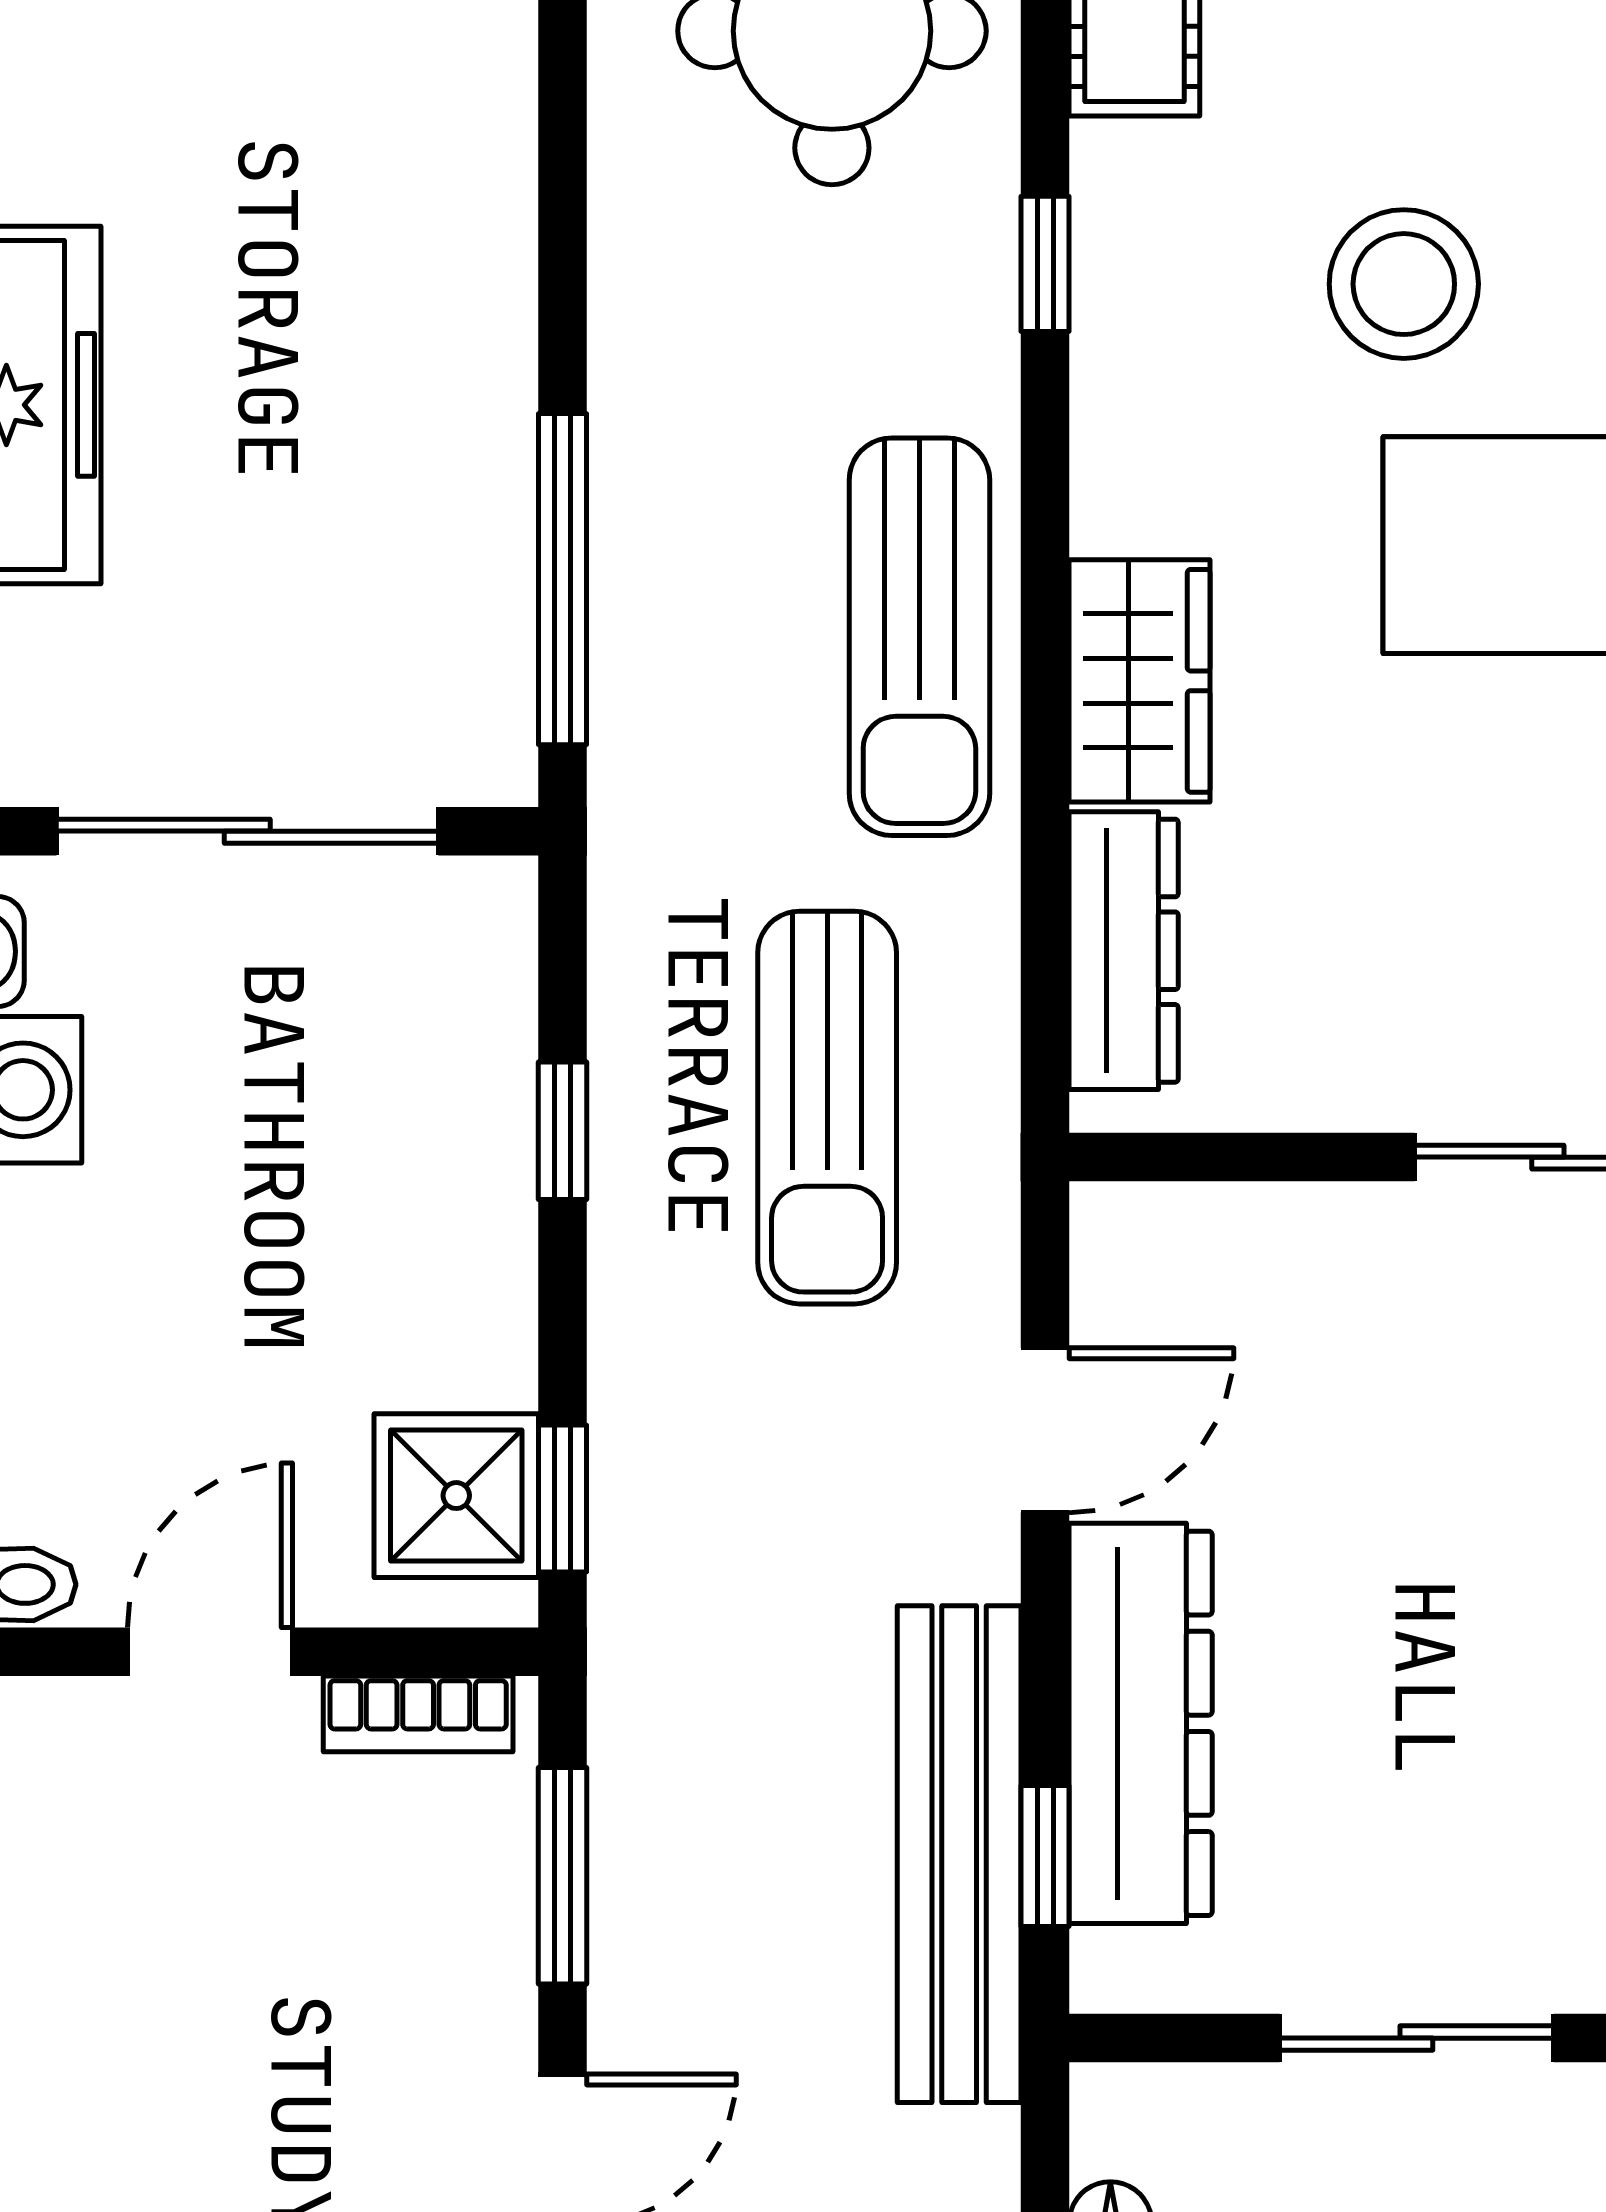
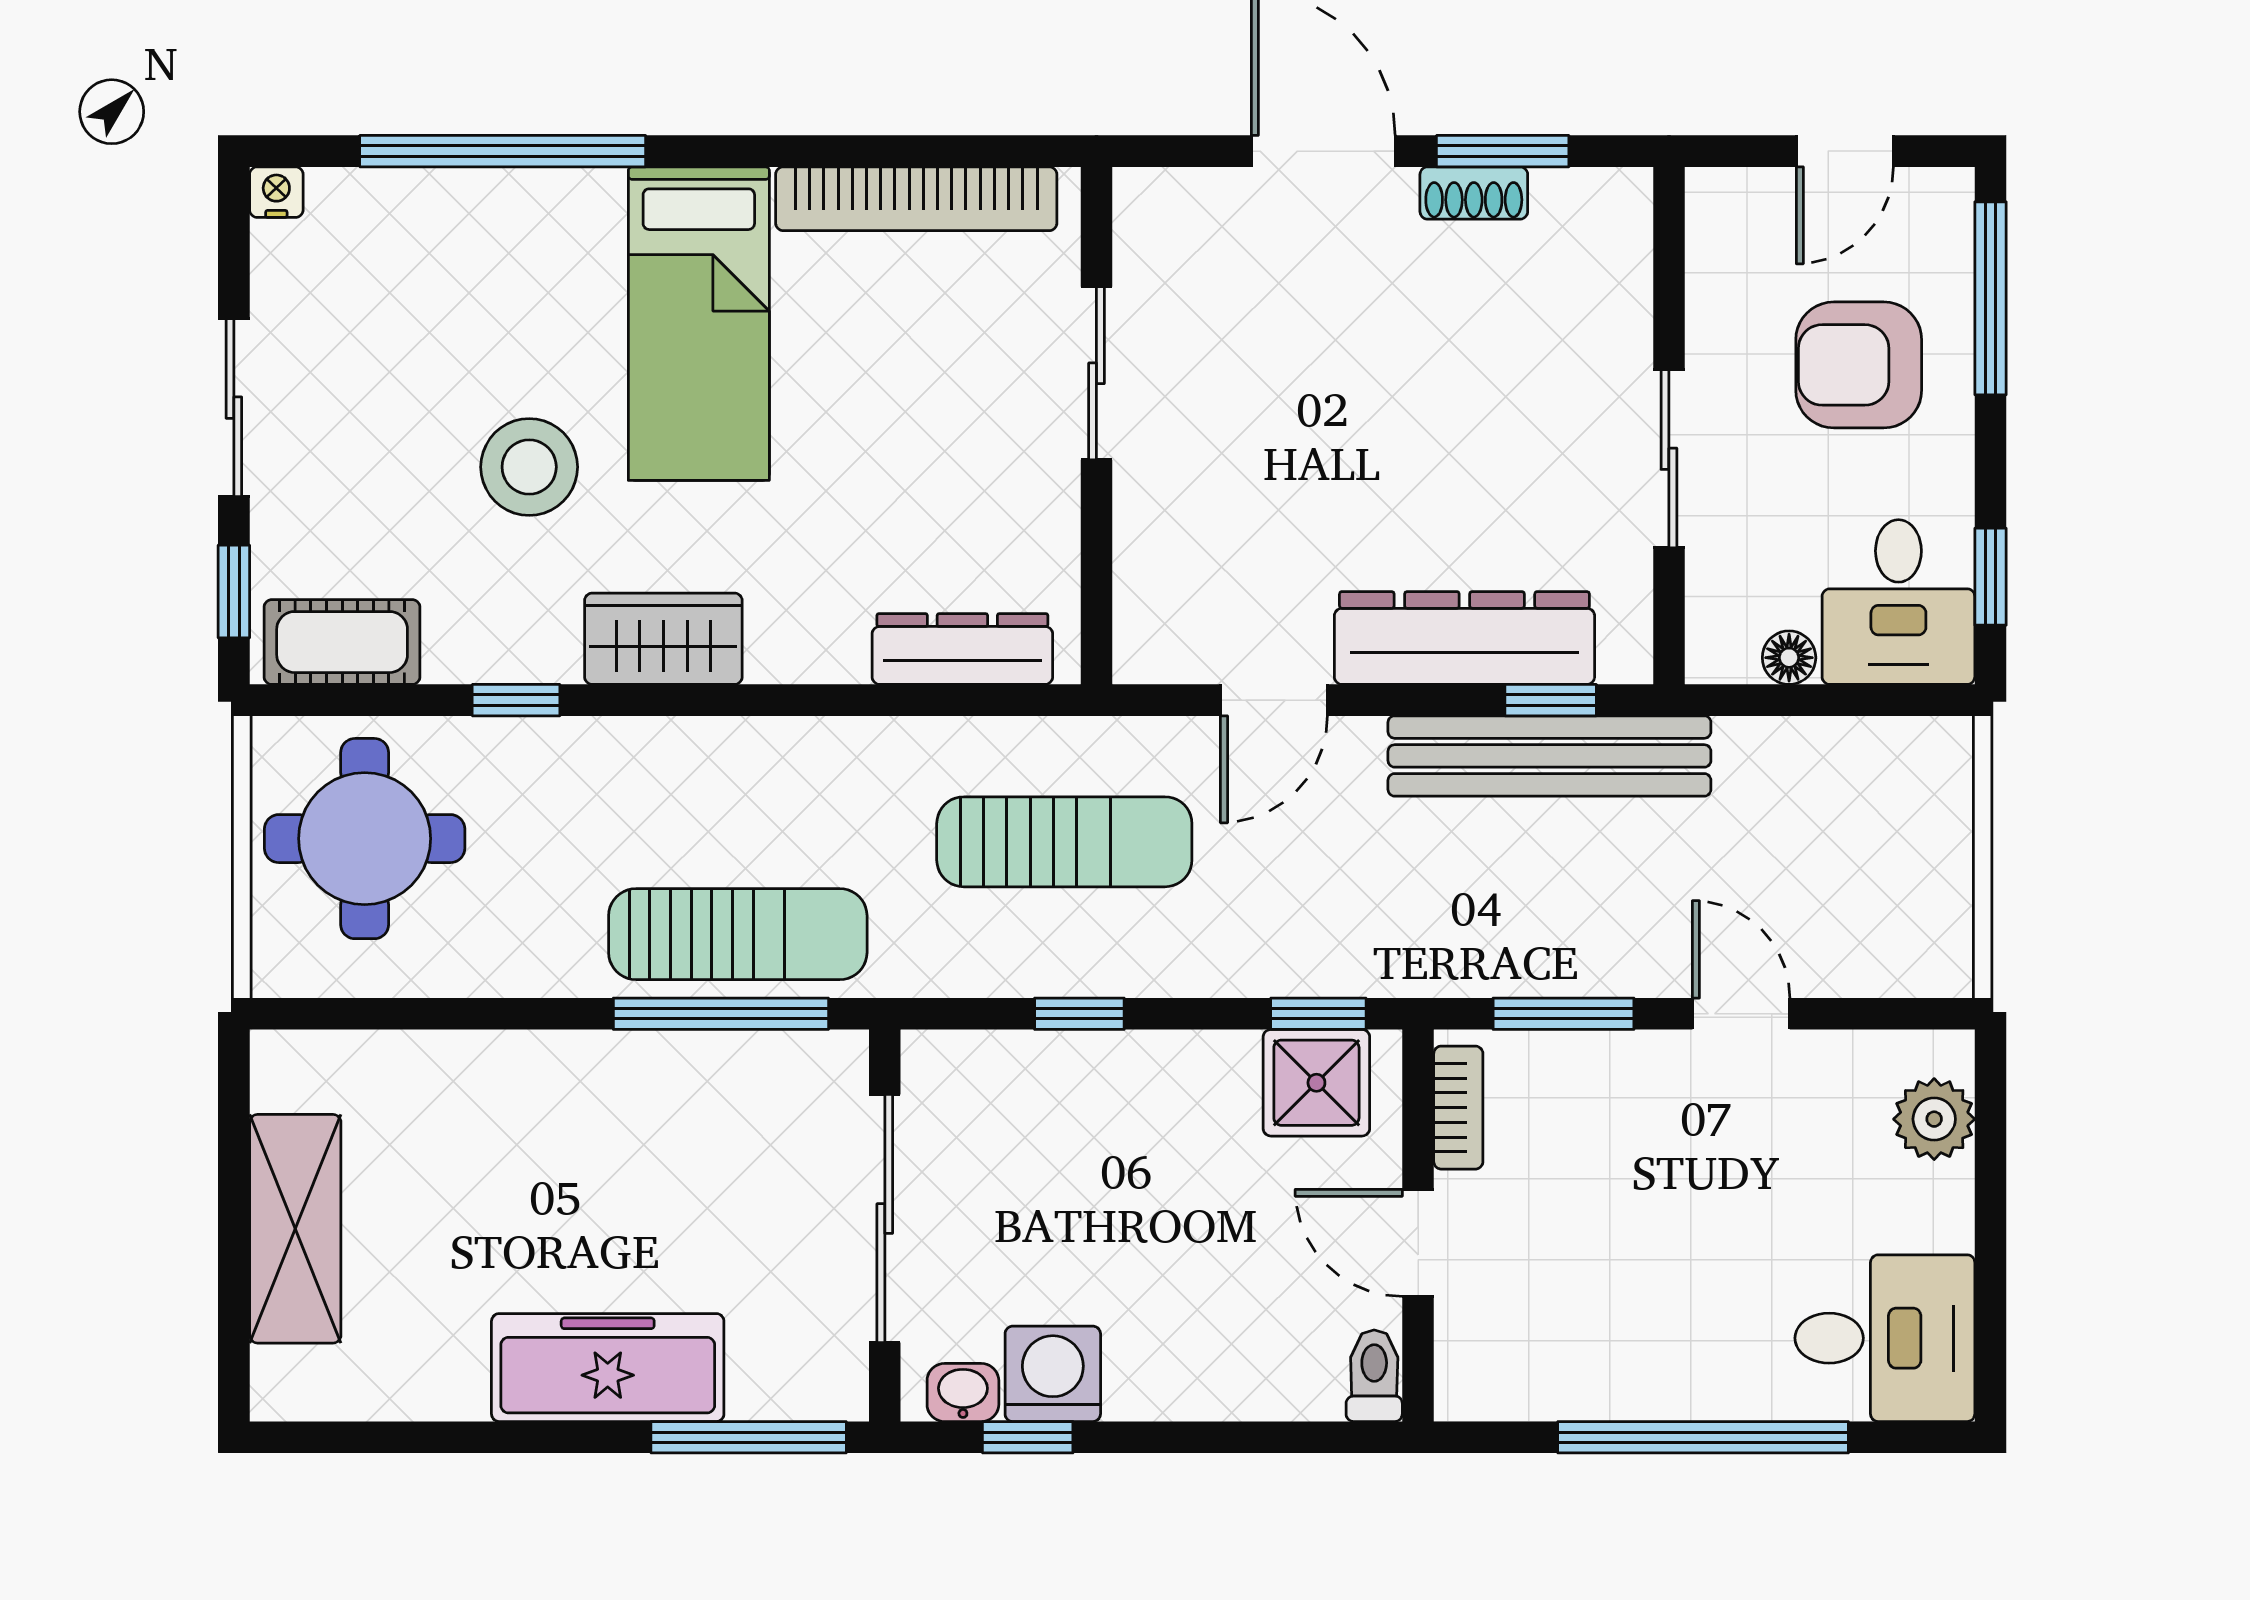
sun lounger: (919, 637) -> (738, 934), moved
wardrobe: (1140, 681) -> (663, 639), moved
door: (1045, 1430) -> (1274, 700), swing flipped

